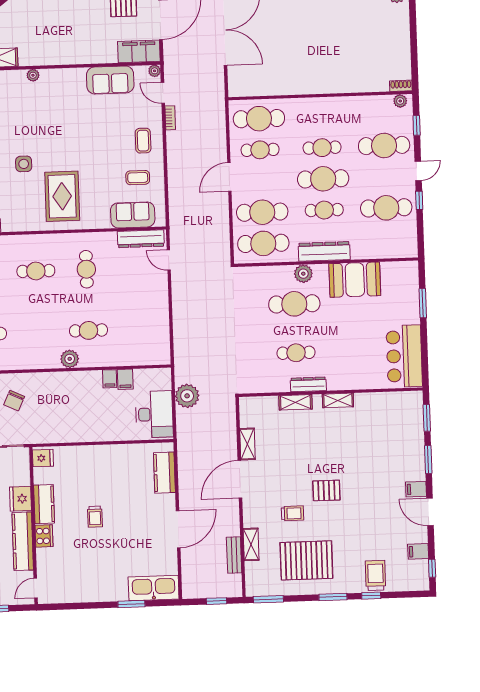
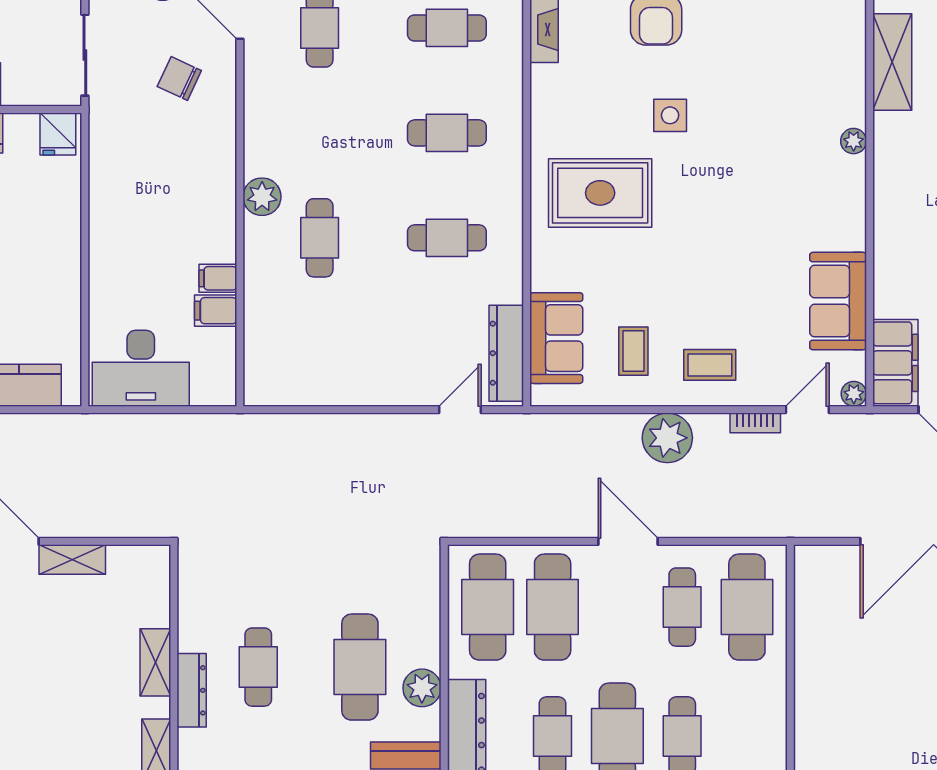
cafe table: (36, 271) -> (447, 133), turned 90
plant: (187, 396) -> (667, 438), moved

